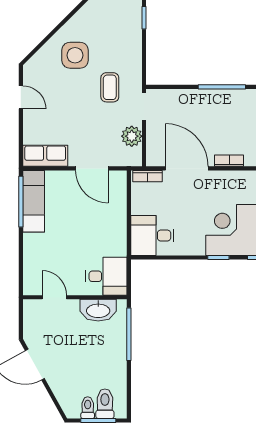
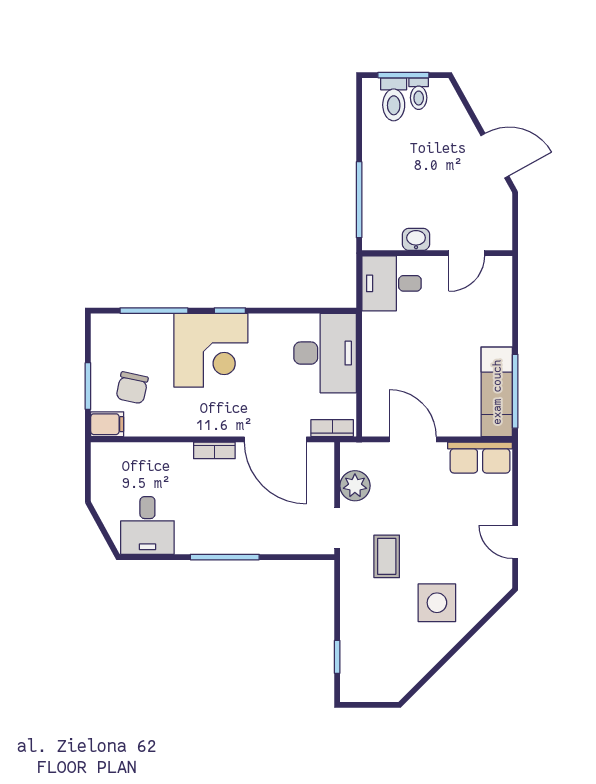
desk: (152, 236) -> (325, 353), width x1.37
door: (54, 297) -> (467, 253), hinge flipped
washbasin: (98, 310) -> (416, 239), width x0.52, depth x0.69

